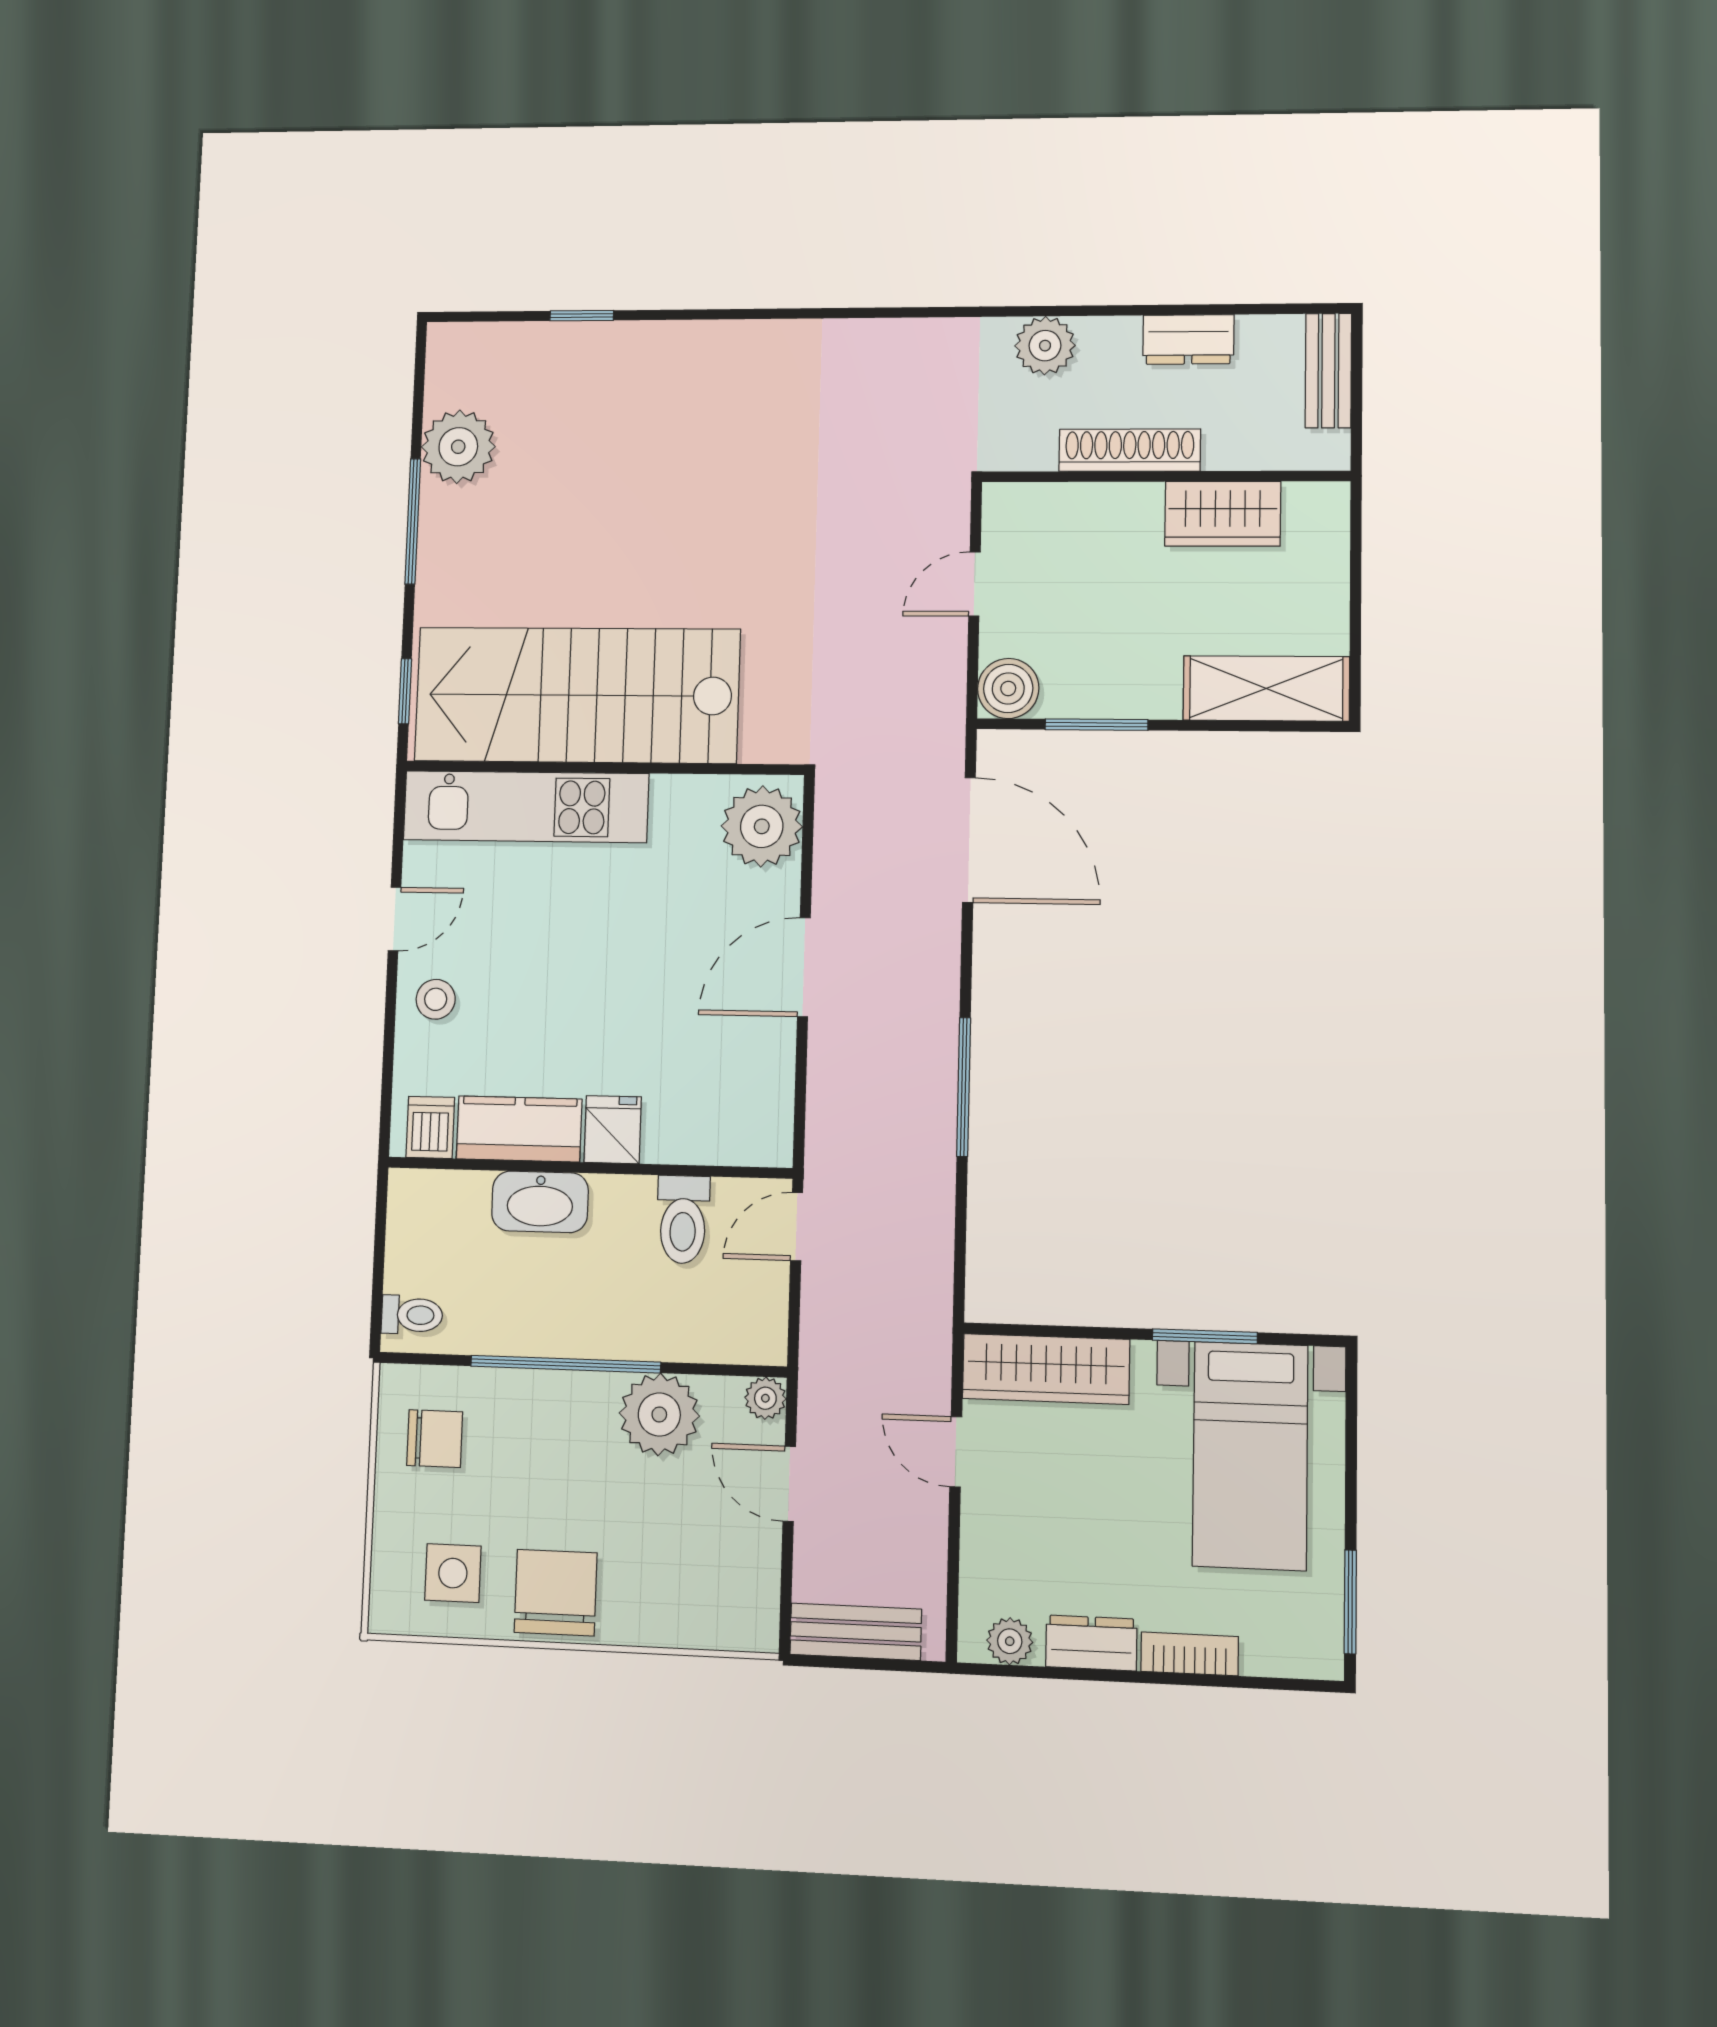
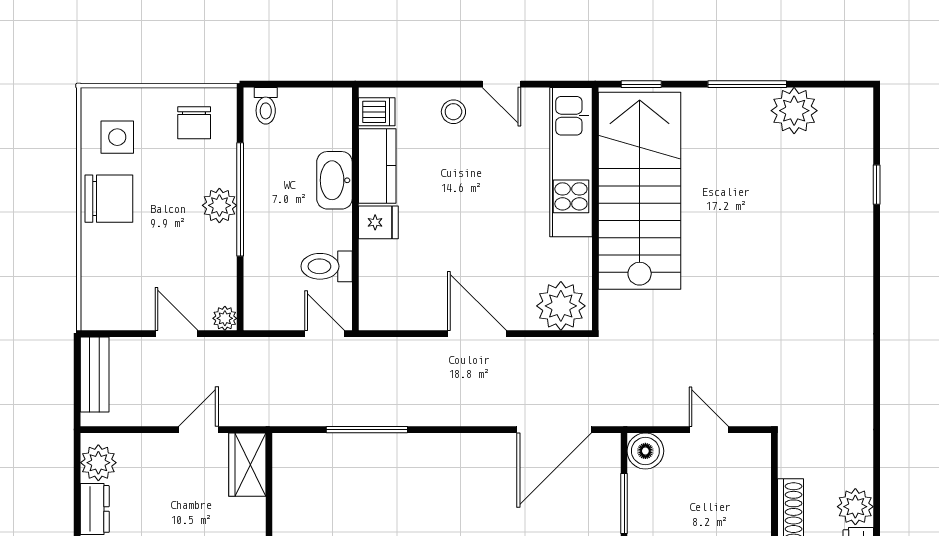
plant: (1045, 346) -> (855, 507), moved
window: (964, 1087) -> (367, 430), moved
wardrobe: (1046, 1369) -> (247, 465), width x0.67
plant: (659, 1414) -> (219, 205), moved, width x0.73, depth x0.73
door: (789, 1484) -> (176, 334), hinge flipped
plant: (1010, 1641) -> (98, 463), width x1.38, depth x1.38

